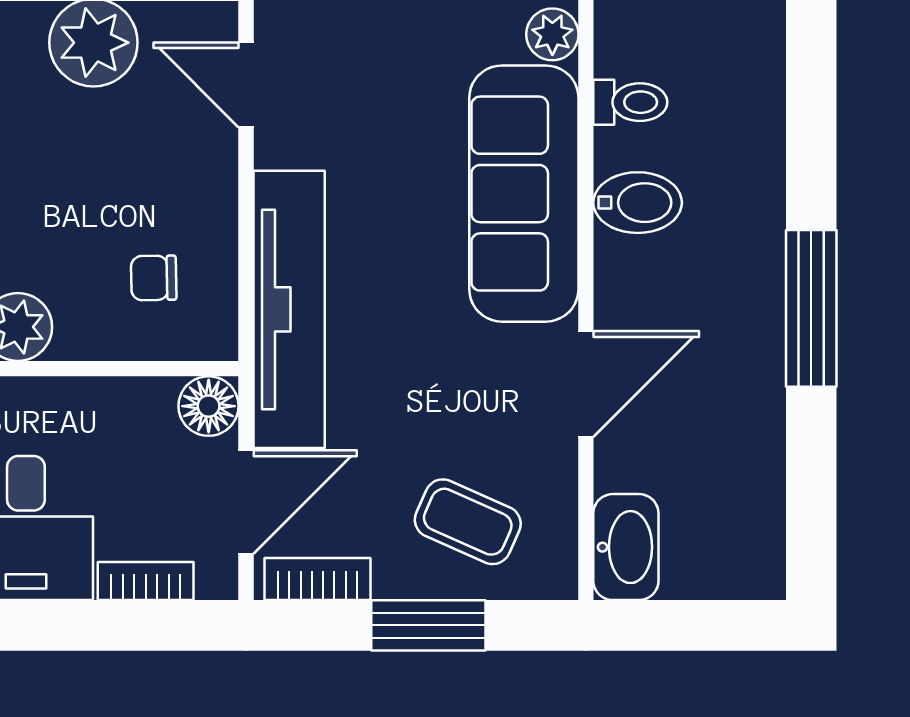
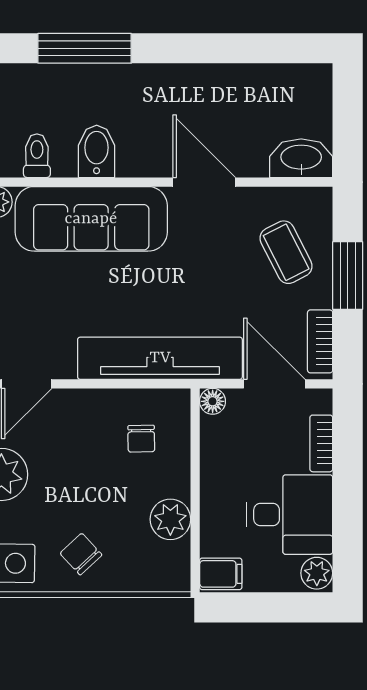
window: (811, 308) -> (85, 48), moved
floor lamp: (209, 406) -> (213, 401), width x0.73, depth x0.73
coffee table: (468, 522) -> (286, 252), turned -51

